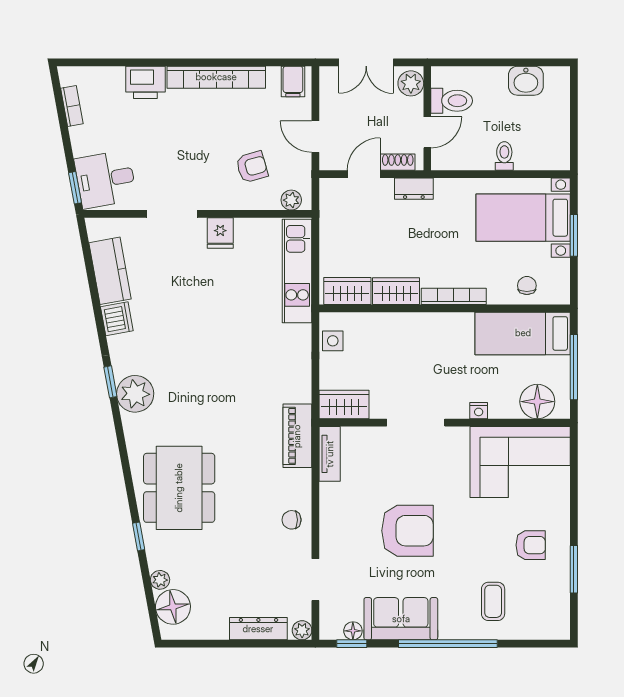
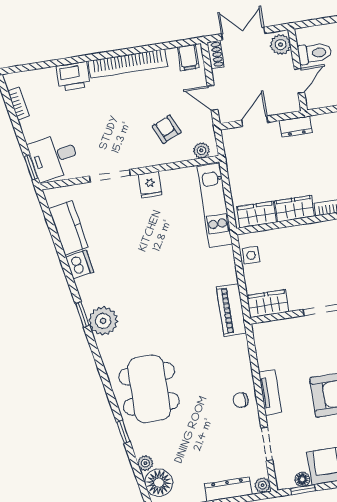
double door: (366, 62) -> (243, 34), swing flipped
shoe rack: (398, 162) -> (215, 55), moved, turned 90
armchair: (252, 167) -> (167, 129), turned -98
piano: (297, 436) -> (231, 310), moved
tv unit: (330, 454) -> (270, 392), moved

